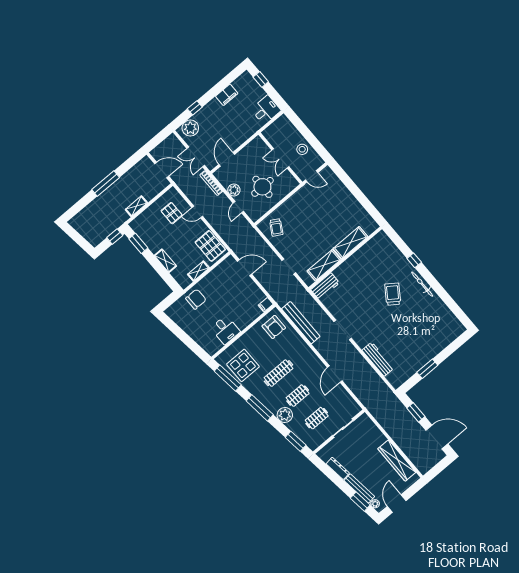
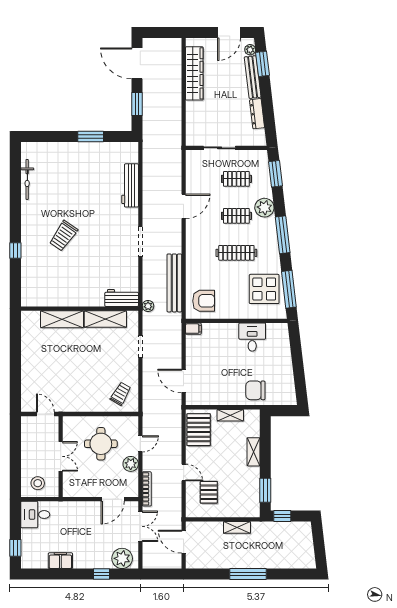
stool: (302, 149) -> (38, 483), moved
bicycle: (422, 284) -> (27, 179), moved
plant: (305, 295) -> (148, 306), added
armchair: (274, 327) -> (204, 301), turned 90

